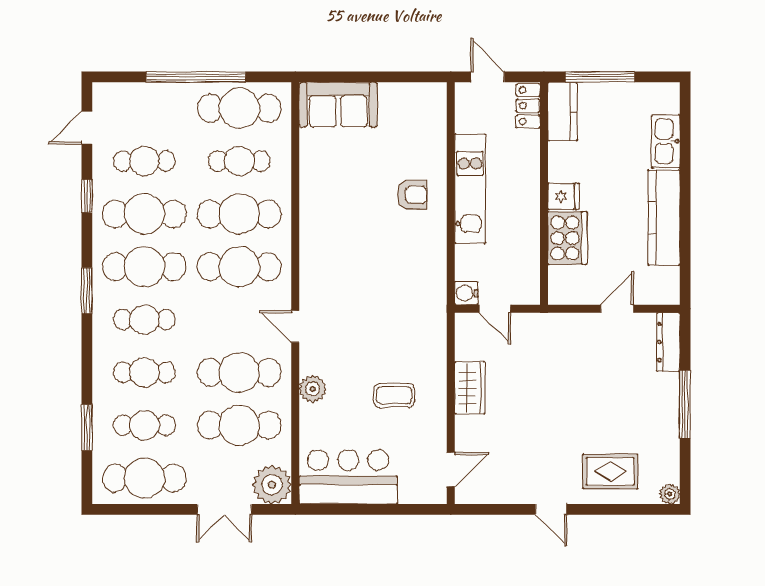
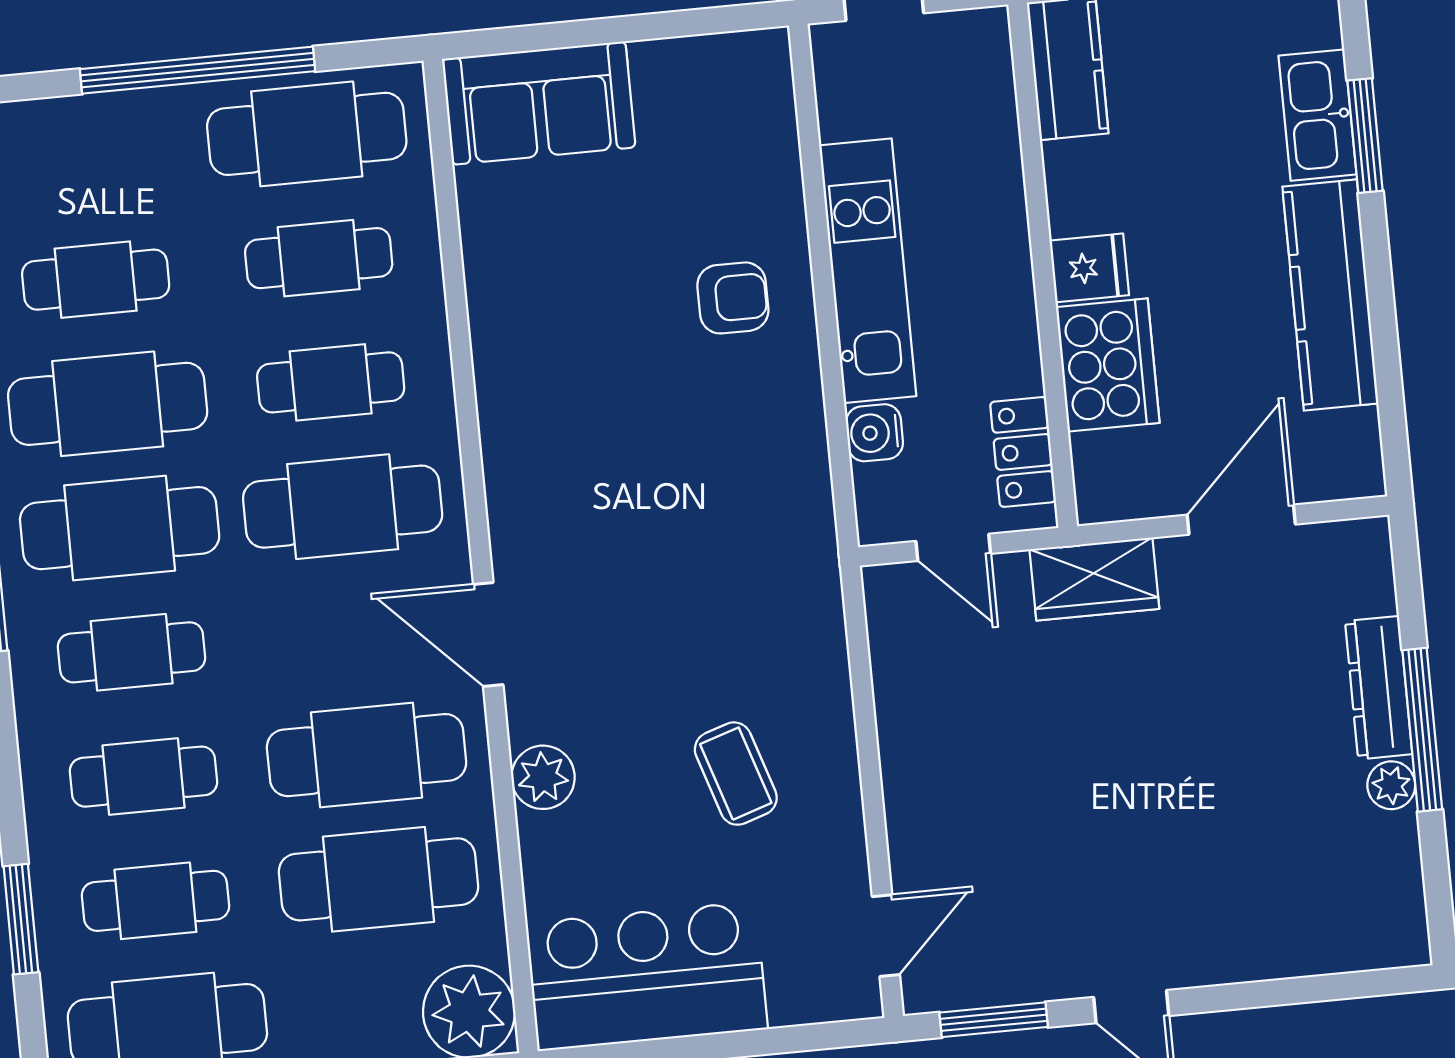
locker: (528, 106) -> (1023, 452), moved
window: (685, 152) -> (1365, 136), added
cafe table: (239, 214) -> (331, 382), width x0.73, depth x0.74
water cooler: (466, 293) -> (874, 433), moved
door: (617, 309) -> (1241, 520), width x1.38
door: (295, 326) -> (488, 634), width x1.38
dresser: (668, 342) -> (1379, 688), moved
wardrobe: (470, 388) -> (1094, 579), moved, turned 90
coffee table: (394, 395) -> (736, 774), turned 72
rug: (610, 472) -> (1262, 904), removed
plant: (670, 494) -> (1391, 785), moved
window: (493, 509) -> (994, 1020), added

